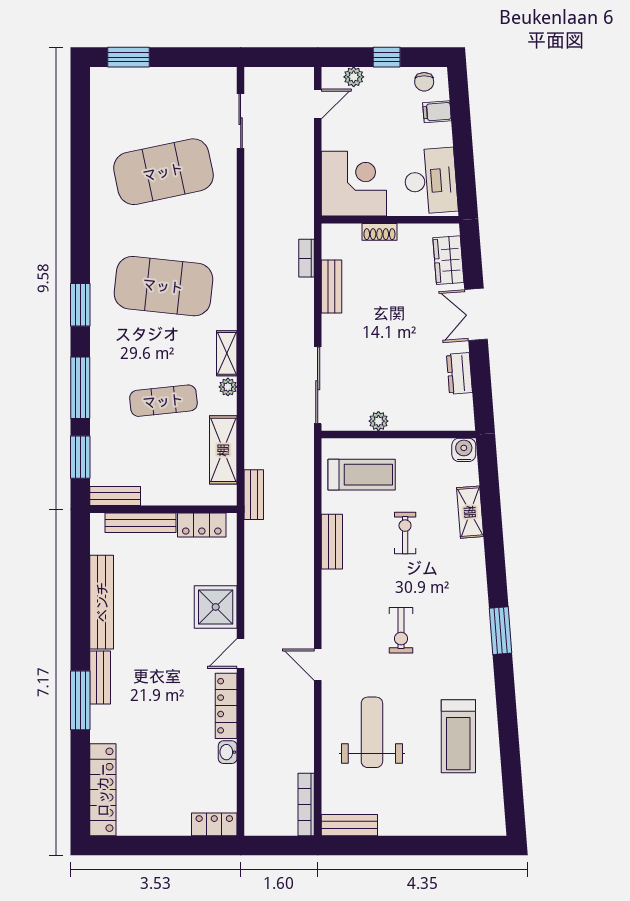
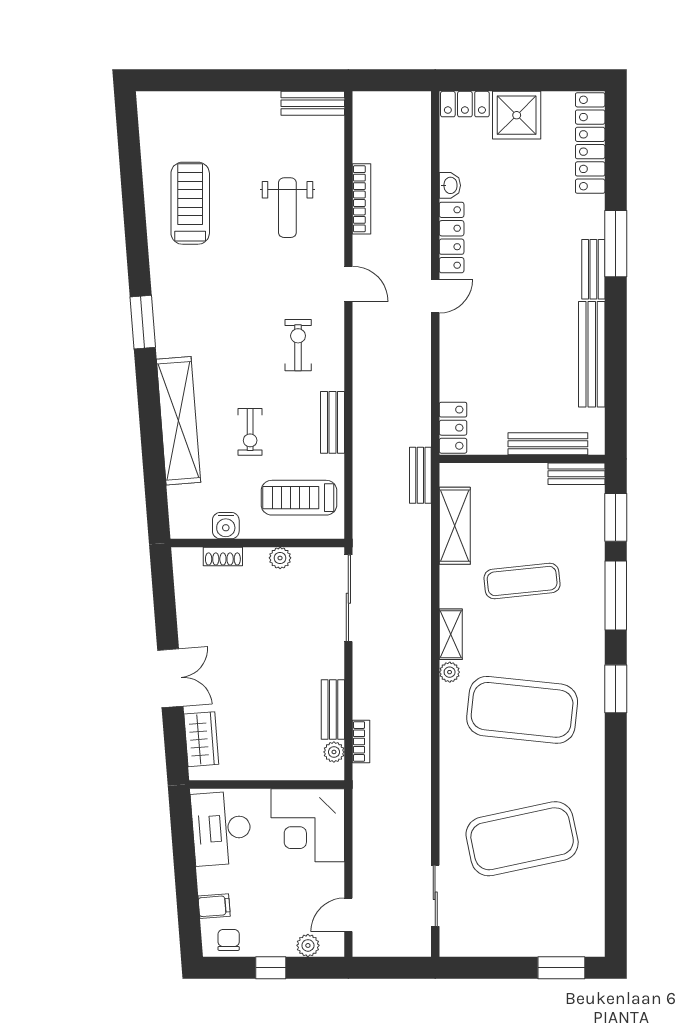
shoe rack: (379, 232) -> (223, 557), moved, turned 180
plant: (331, 249) -> (334, 752), added
dresser: (459, 373) -> (189, 612), removed
plant: (228, 387) -> (450, 672), moved
water cooler: (464, 450) -> (226, 526), moved
shelving: (470, 512) -> (179, 421), width x2.20, depth x1.33
locker: (202, 525) -> (453, 428), moved, turned 90
shower: (216, 607) -> (517, 115), moved
exercise bike: (401, 630) -> (298, 345), moved
weight bench: (372, 732) -> (287, 208), width x0.73, depth x0.75
bookcase: (306, 805) -> (361, 199), moved

